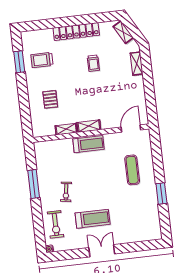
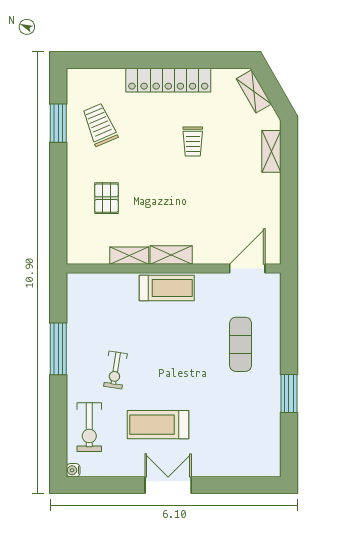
trolley: (42, 60) -> (100, 125), turned 67
treadmill: (93, 219) -> (158, 425), turned 180

